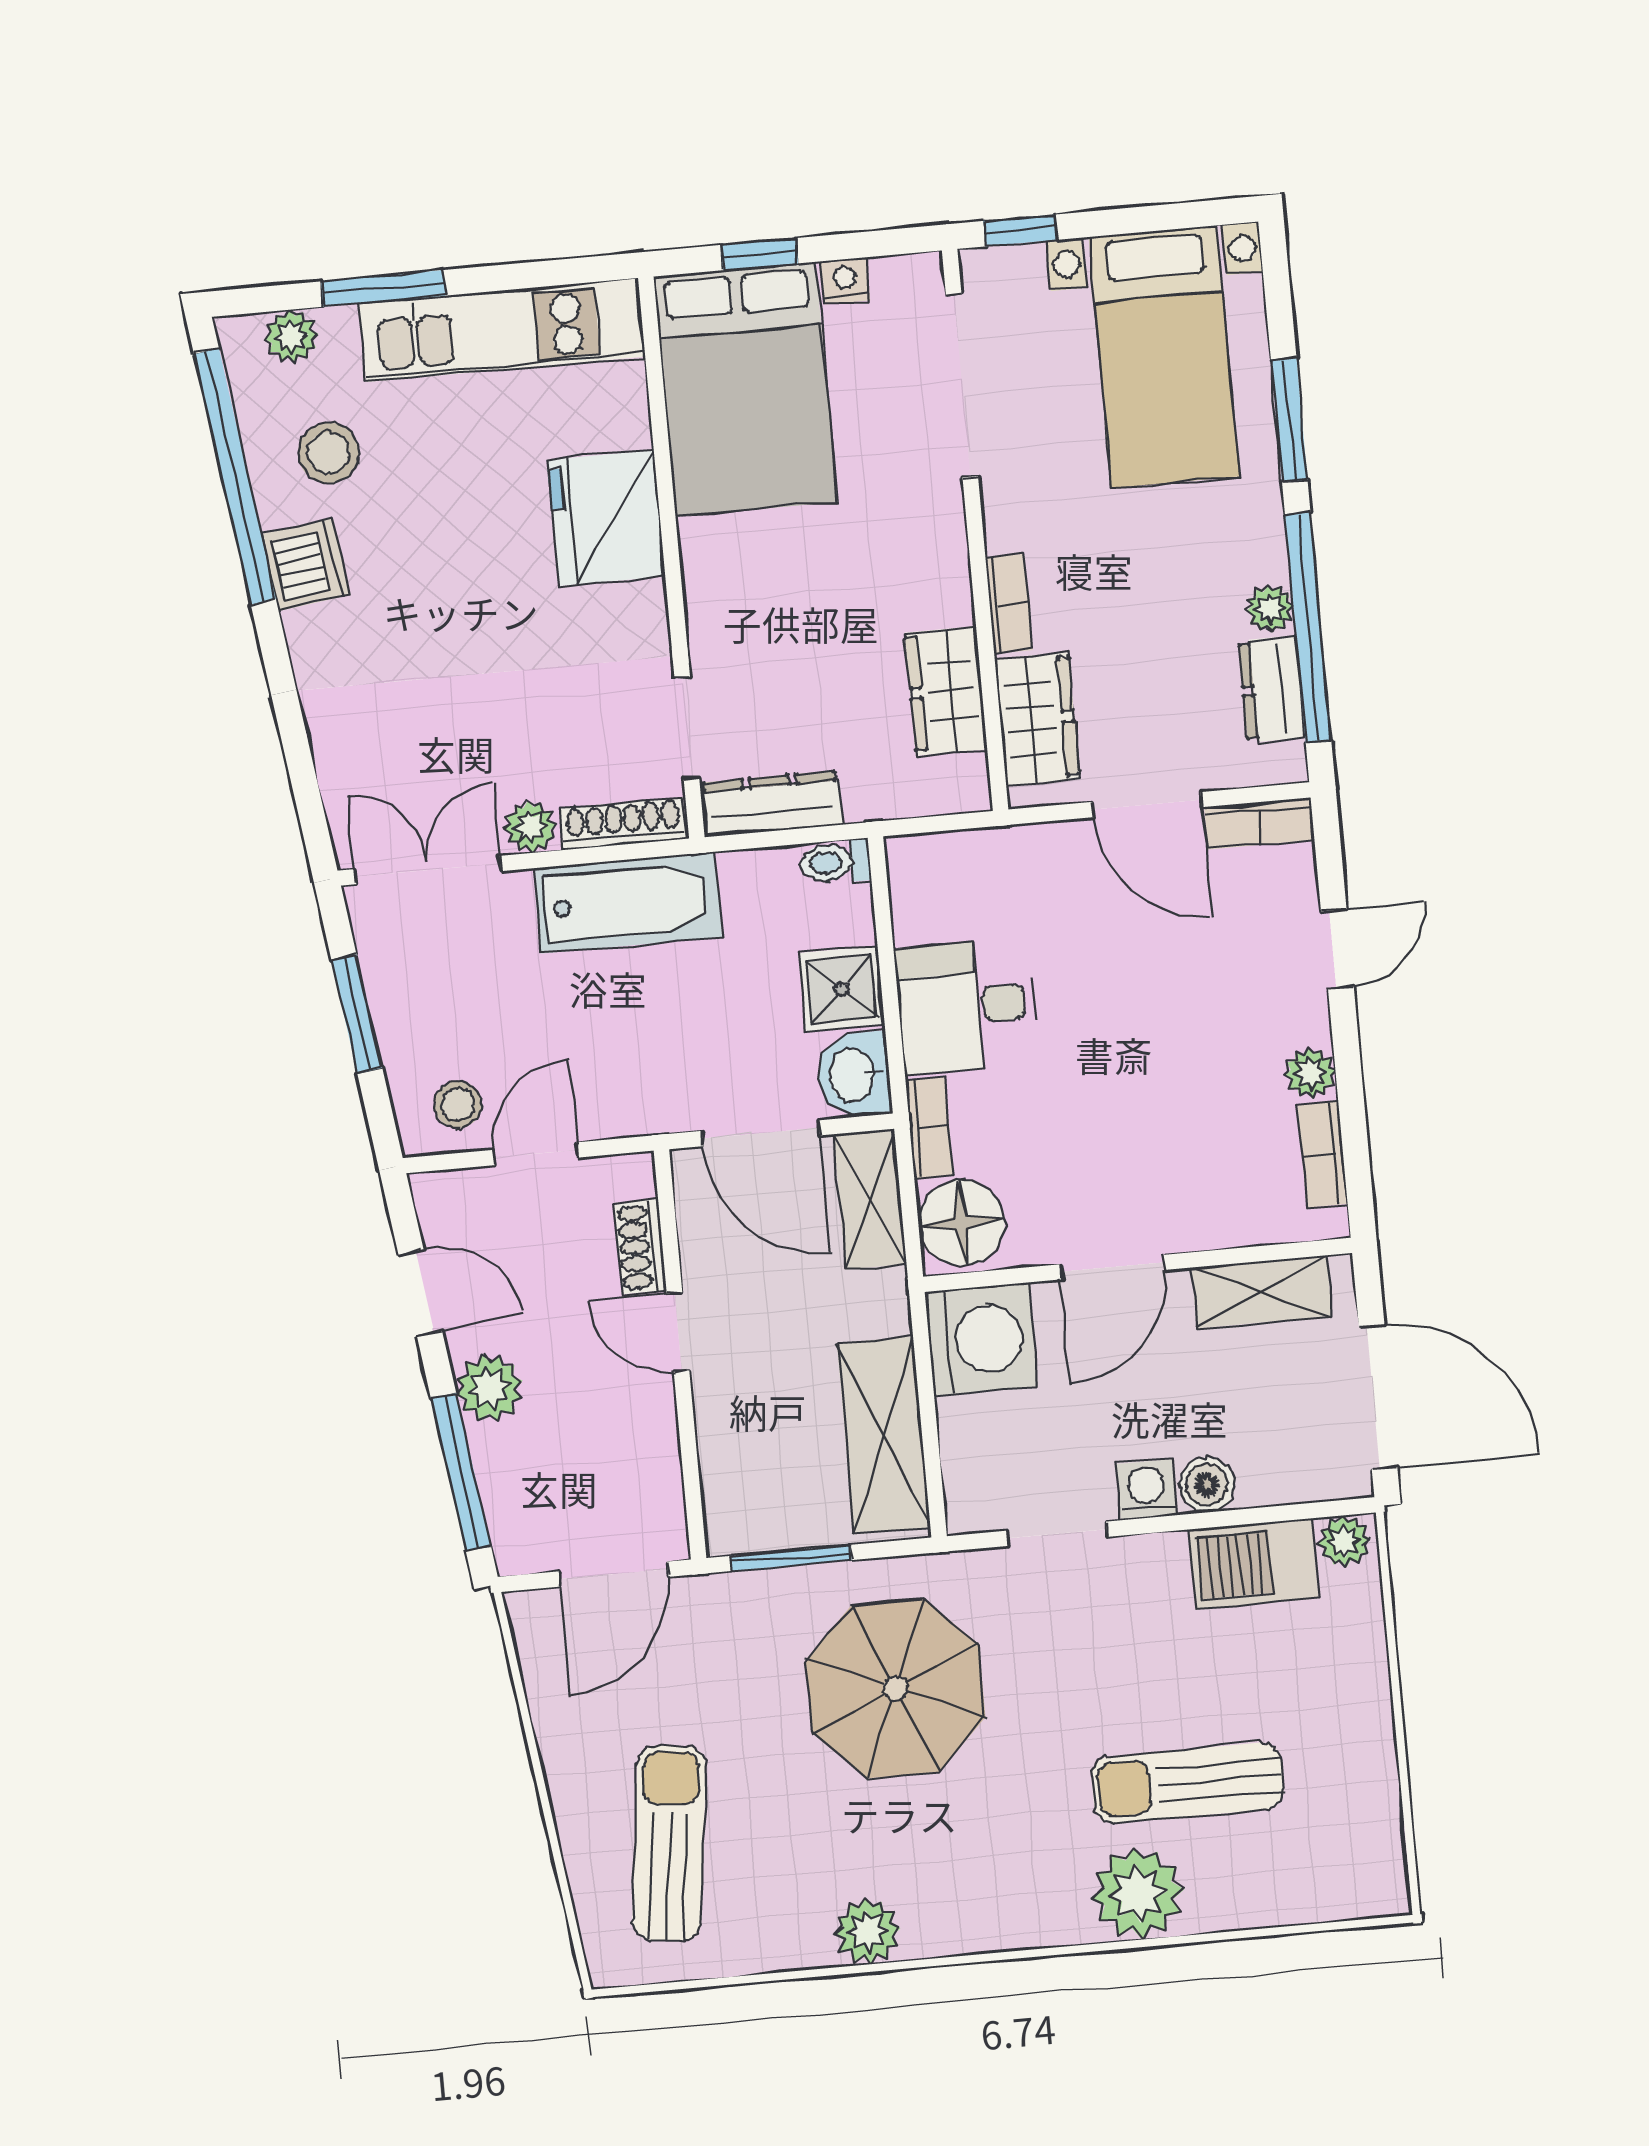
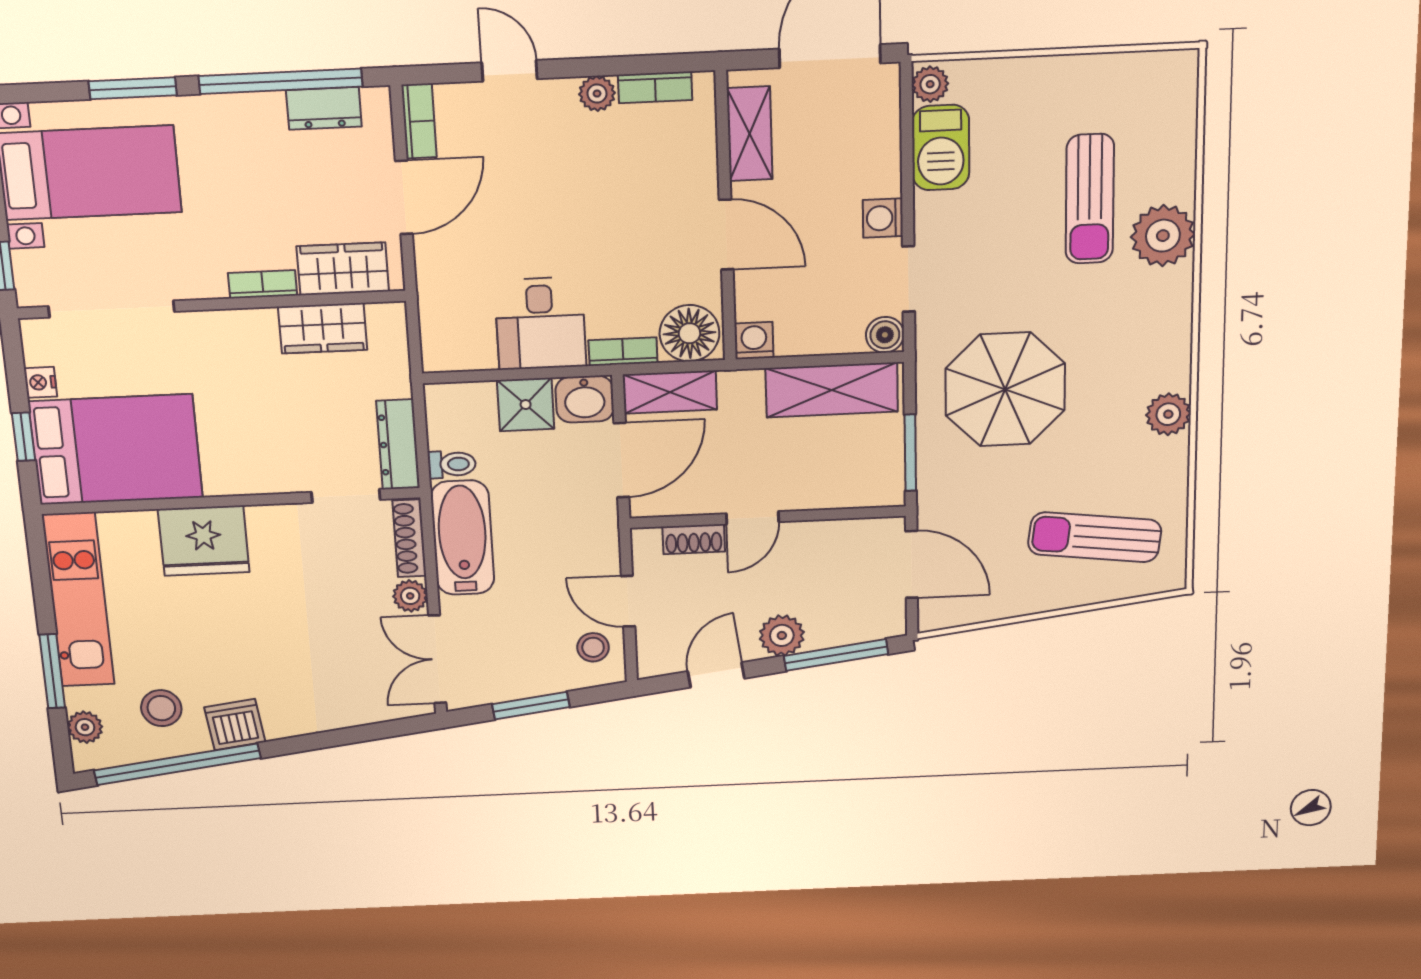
plant: (1270, 609) -> (267, 107), removed
toilet: (835, 862) -> (452, 464), moved, turned -90
washing machine: (981, 1339) -> (754, 341), width x0.53, depth x0.53
boiler: (1207, 1485) -> (885, 335), moved

